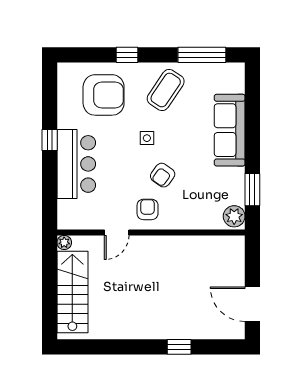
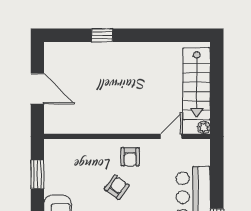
plant: (234, 216) -> (53, 151), removed
door: (117, 232) -> (171, 136), moved
door: (252, 304) -> (37, 89), moved

